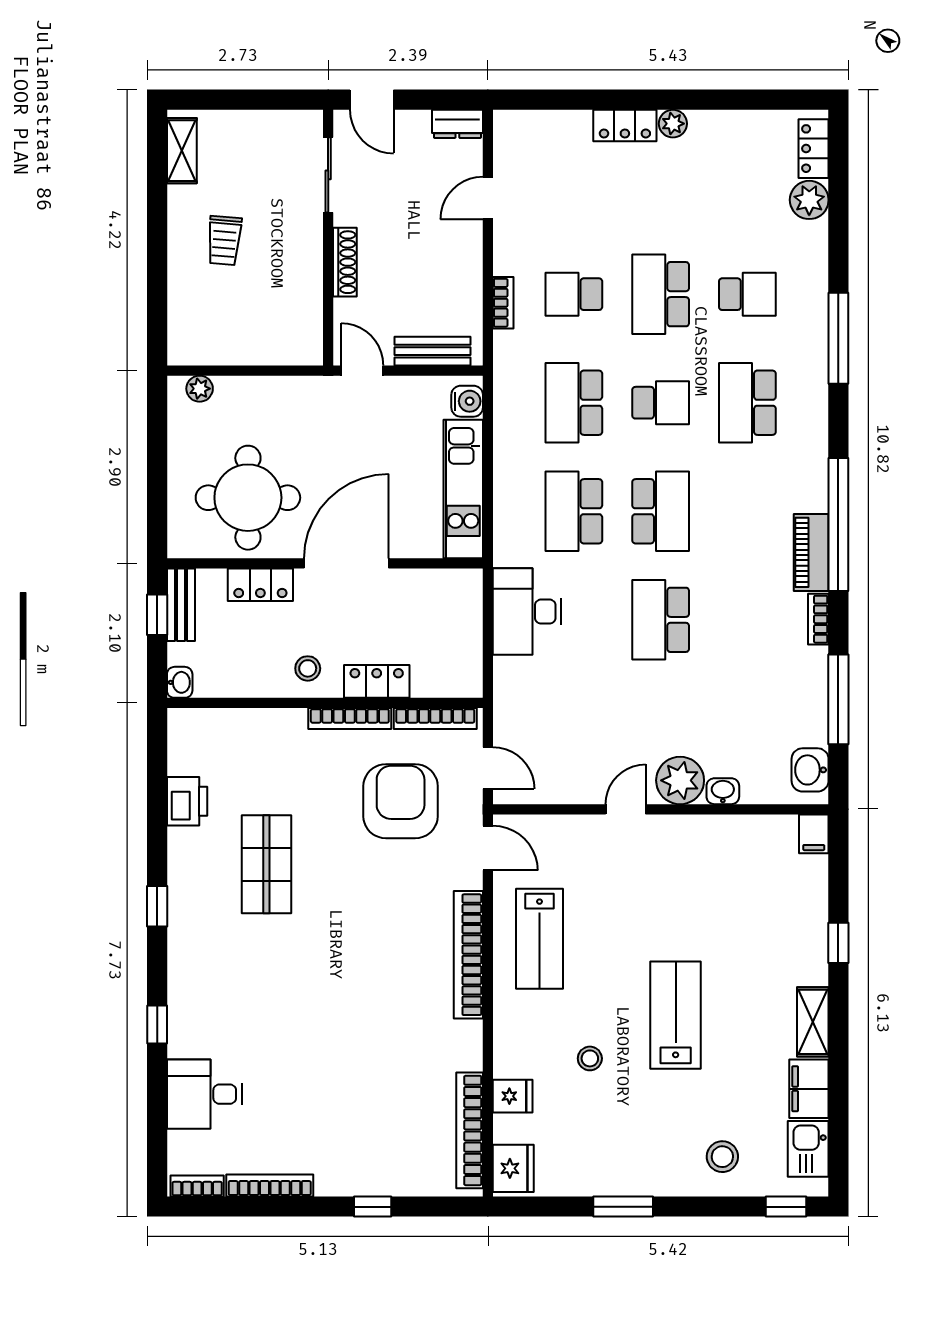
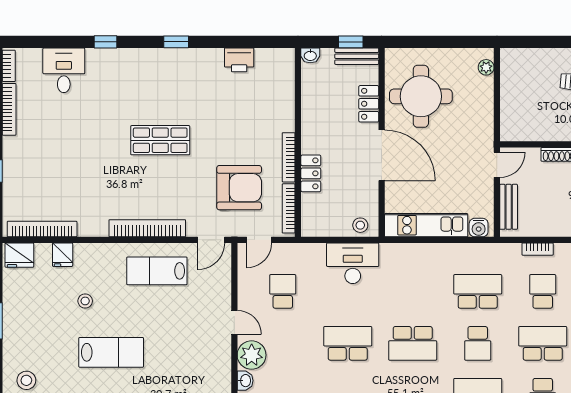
school desk: (574, 511) -> (283, 291), moved, width x0.54
stool: (308, 668) -> (360, 225), moved
shop shelf: (266, 864) -> (160, 140), moved

